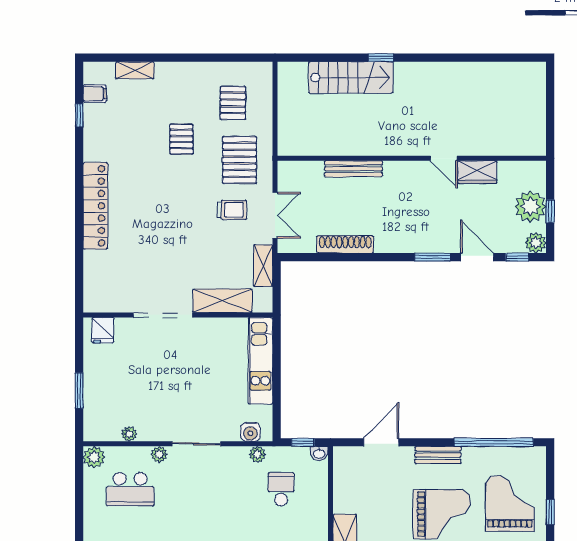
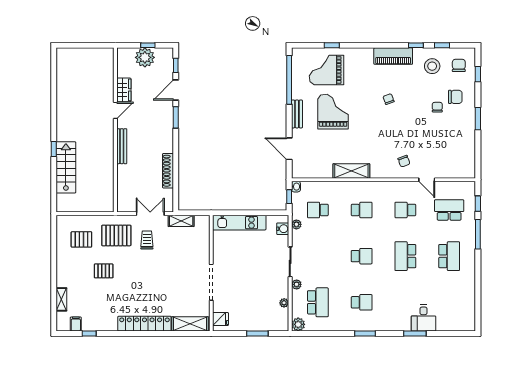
bench: (353, 169) -> (122, 146), moved
plant: (536, 243) -> (167, 54), removed
shelving: (222, 301) -> (190, 324), moved, turned 90

